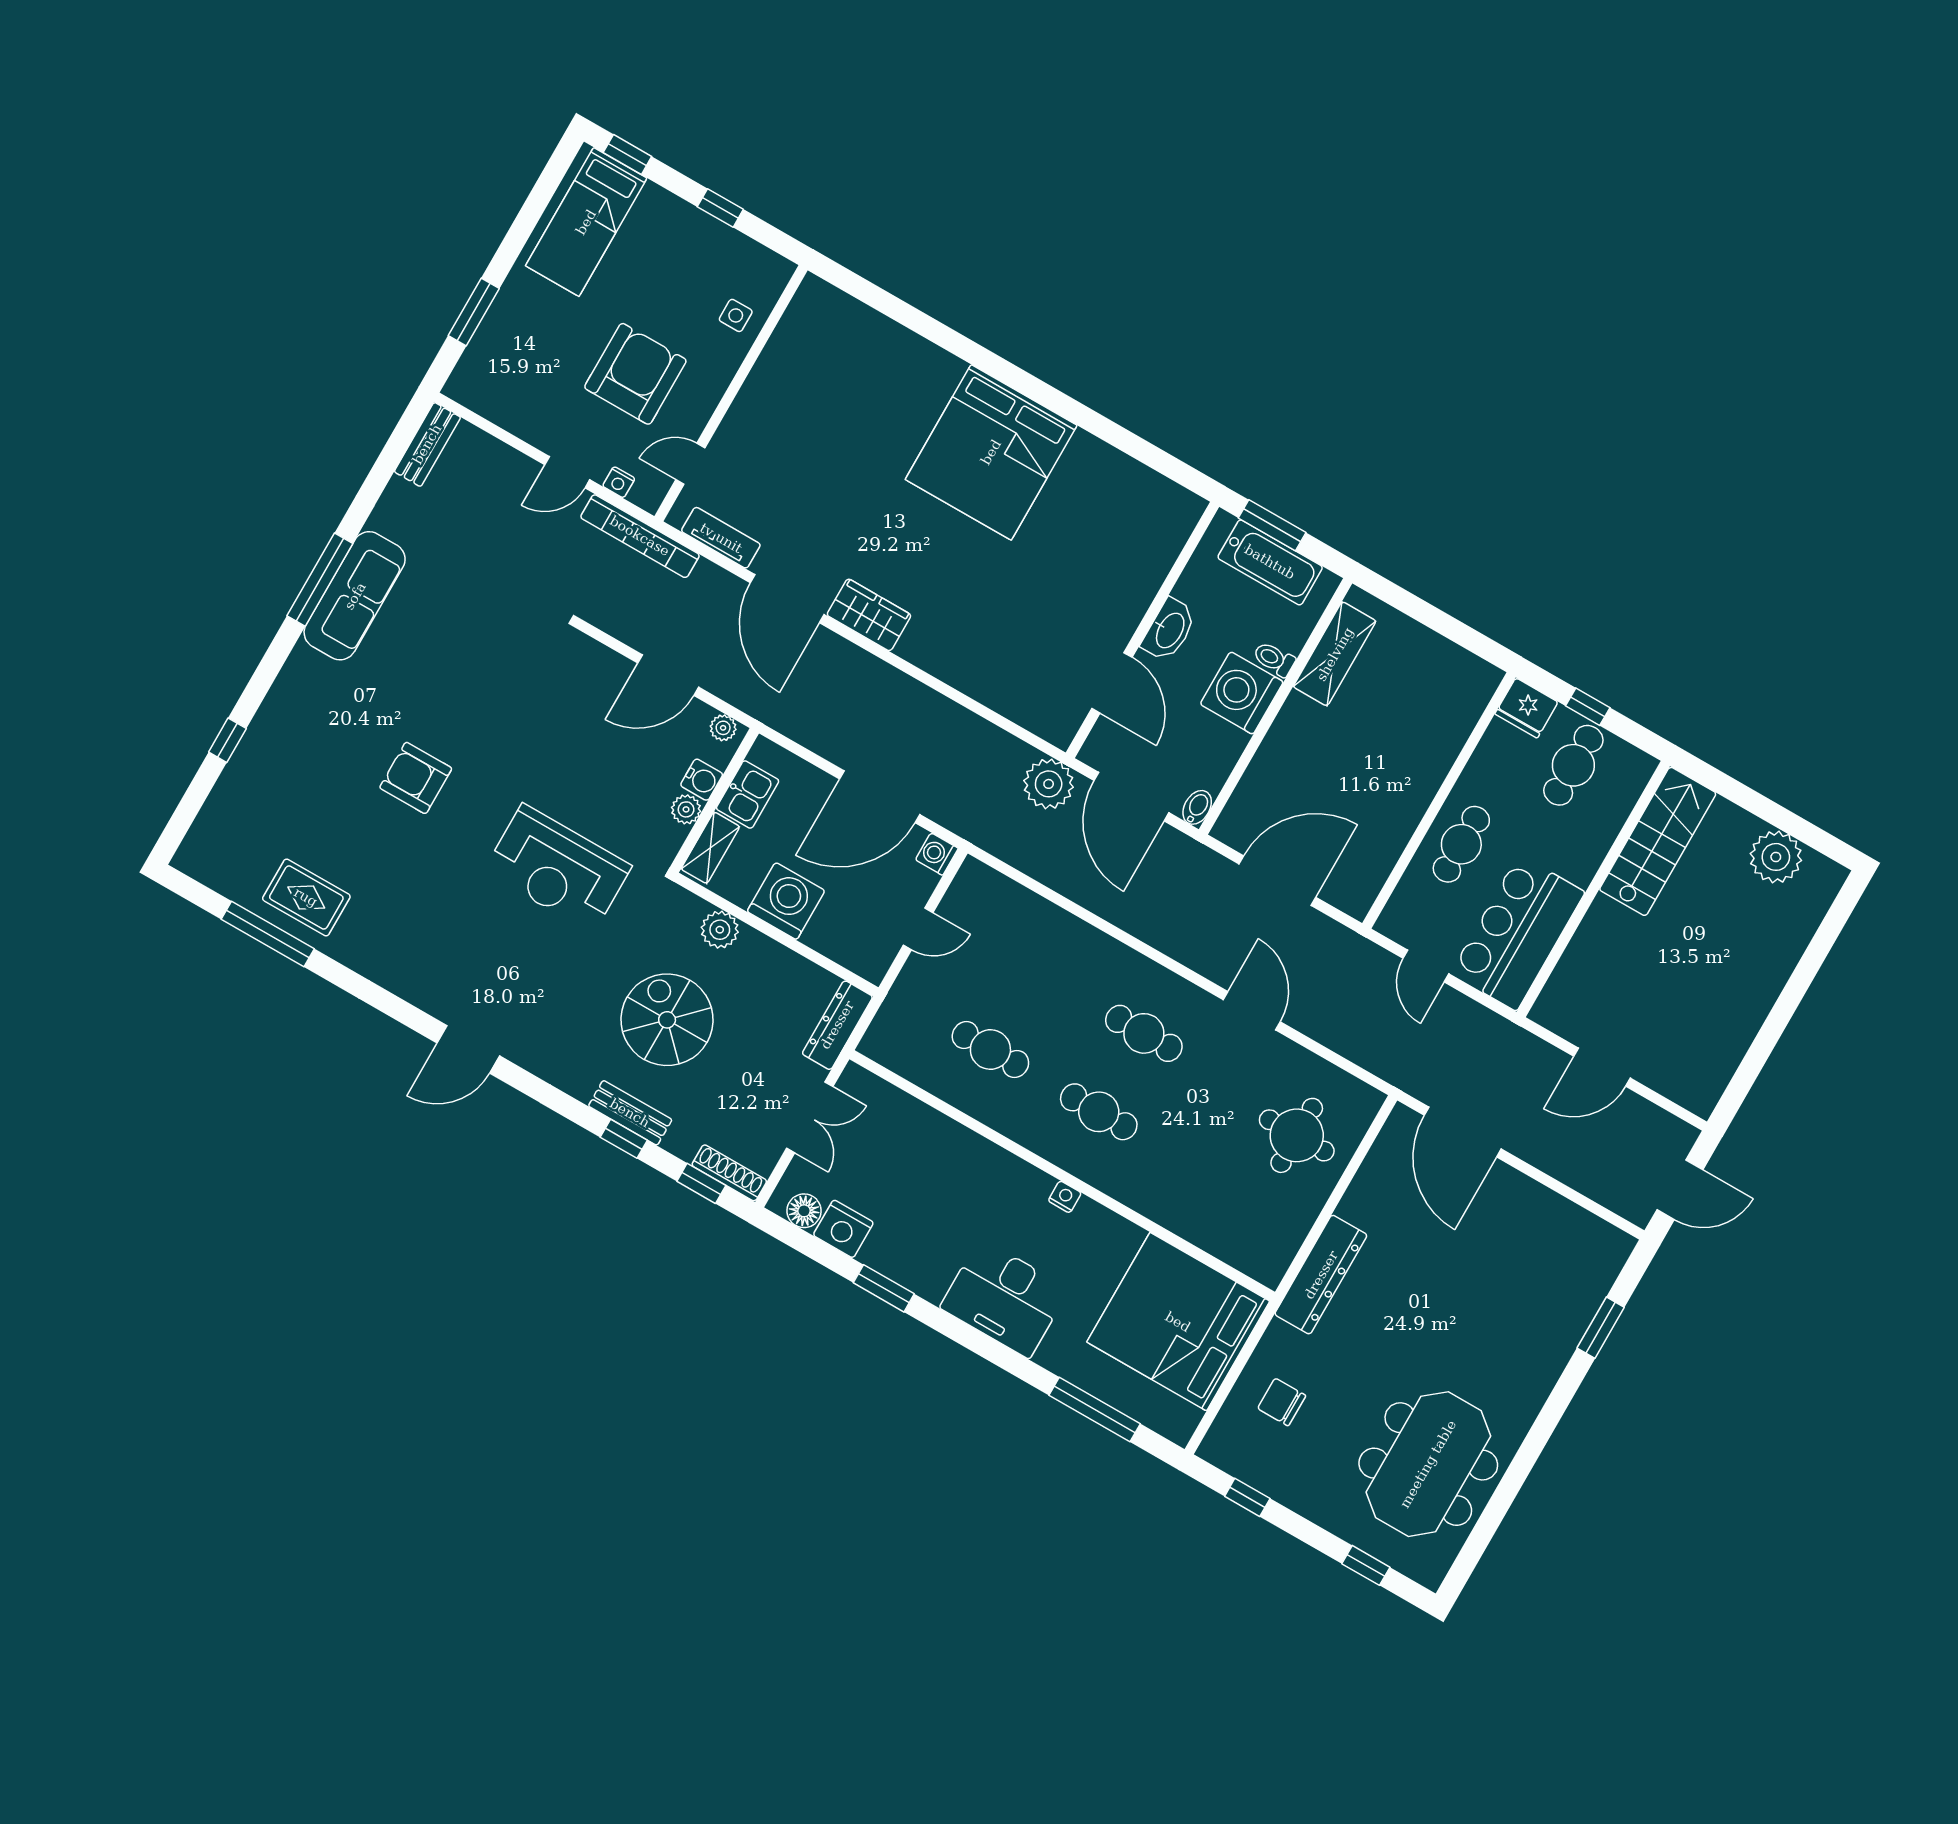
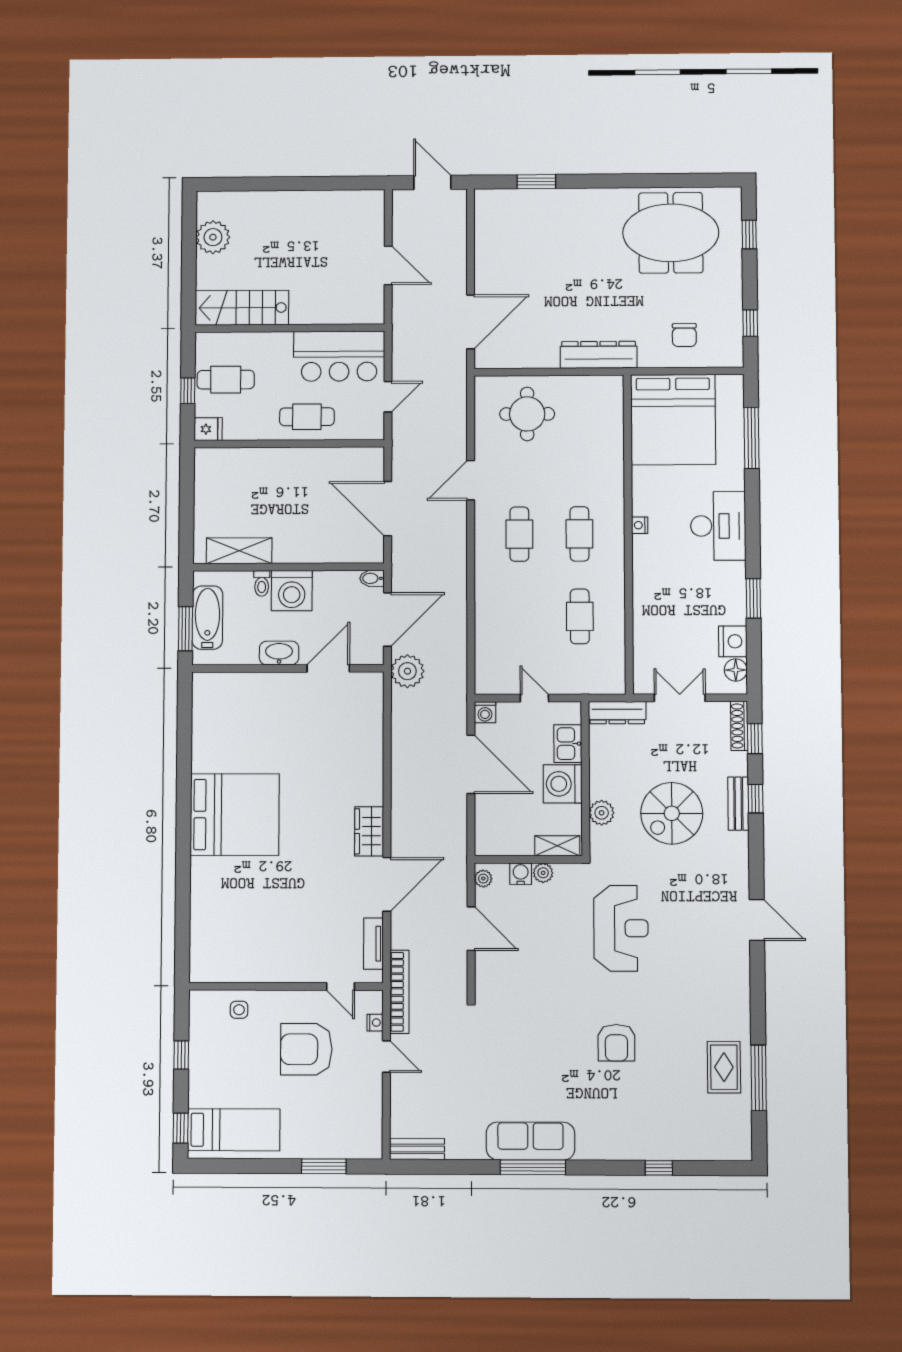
fridge: (1526, 708) -> (208, 429), width x0.72
kitchen sink: (748, 794) -> (568, 744), moved, turned -90

